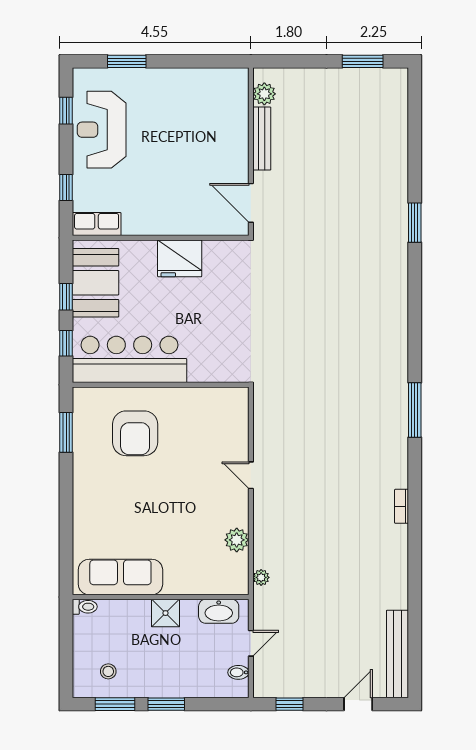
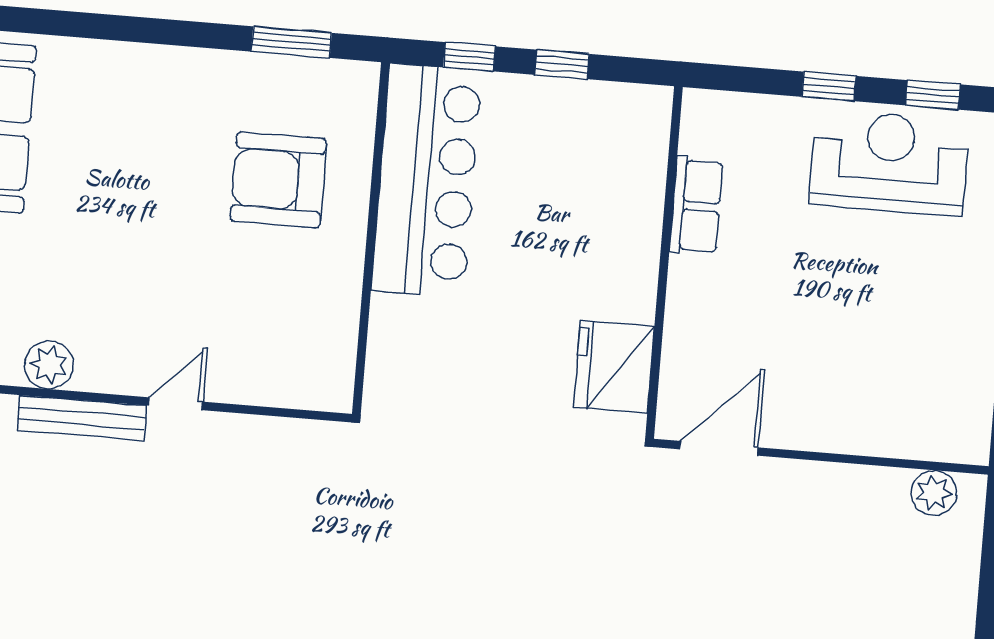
bench: (262, 139) -> (82, 418), moved
window: (66, 187) -> (829, 86), moved
row of seats: (97, 224) -> (696, 206), moved
fridge: (180, 258) -> (614, 367), moved
booth: (95, 283) -> (585, 125), removed

